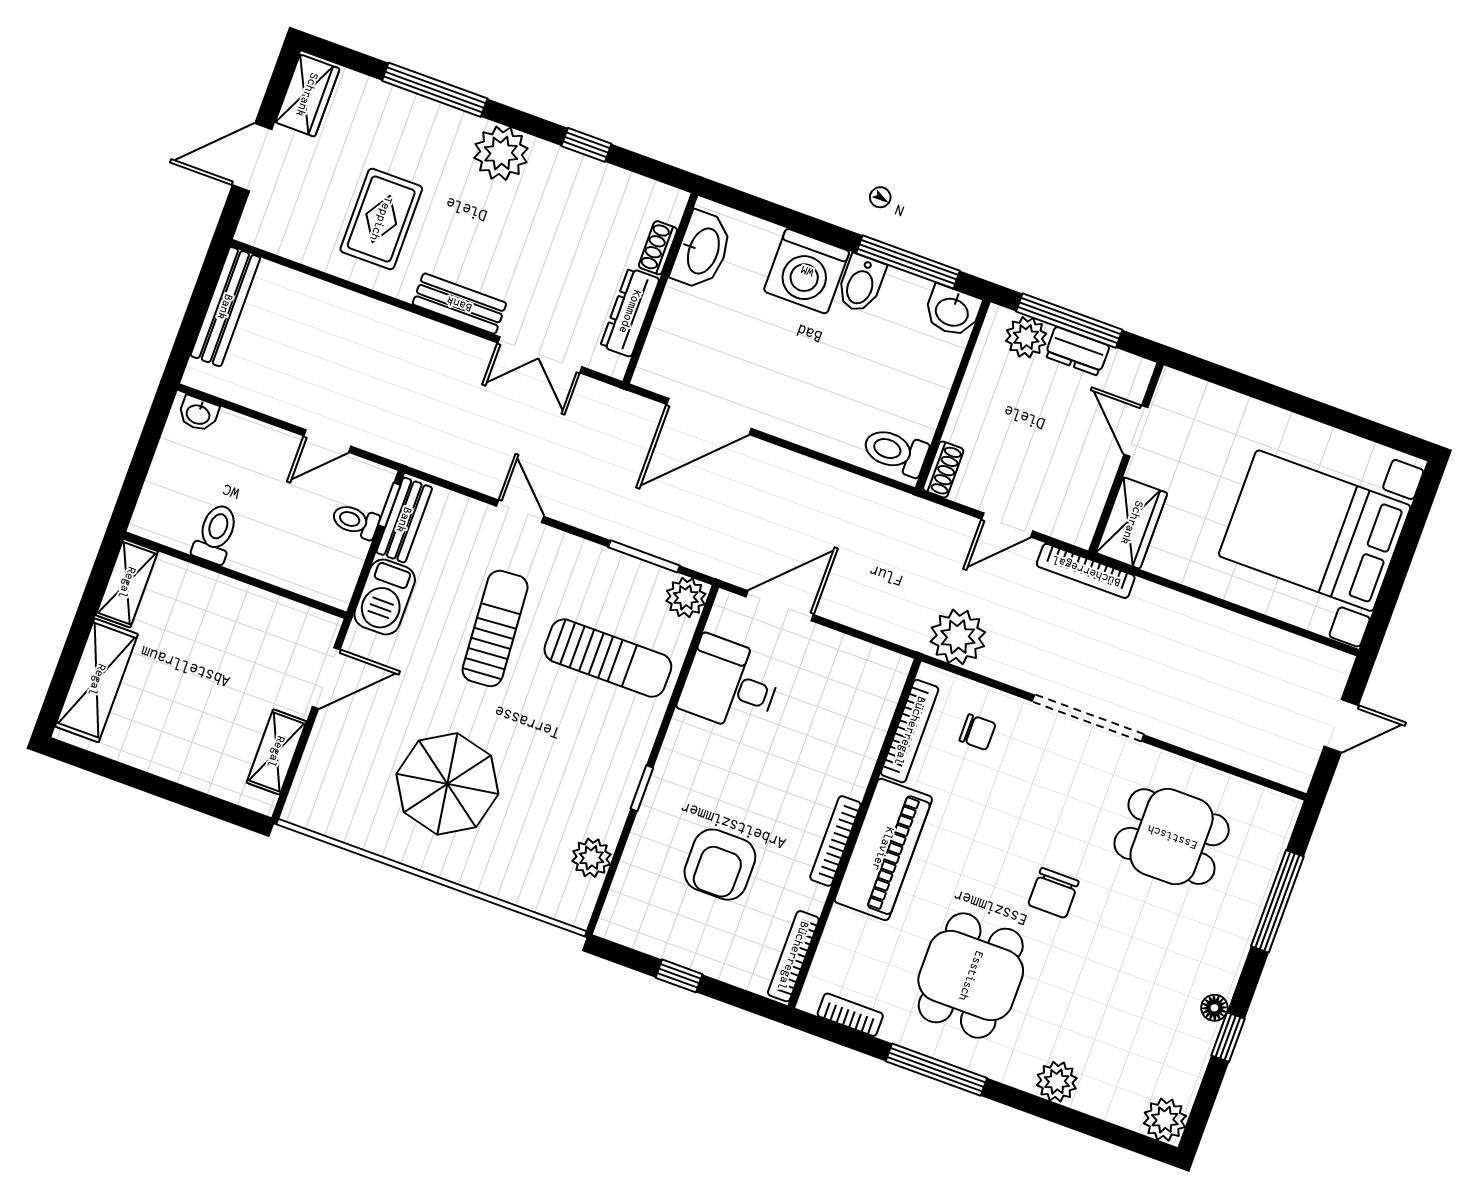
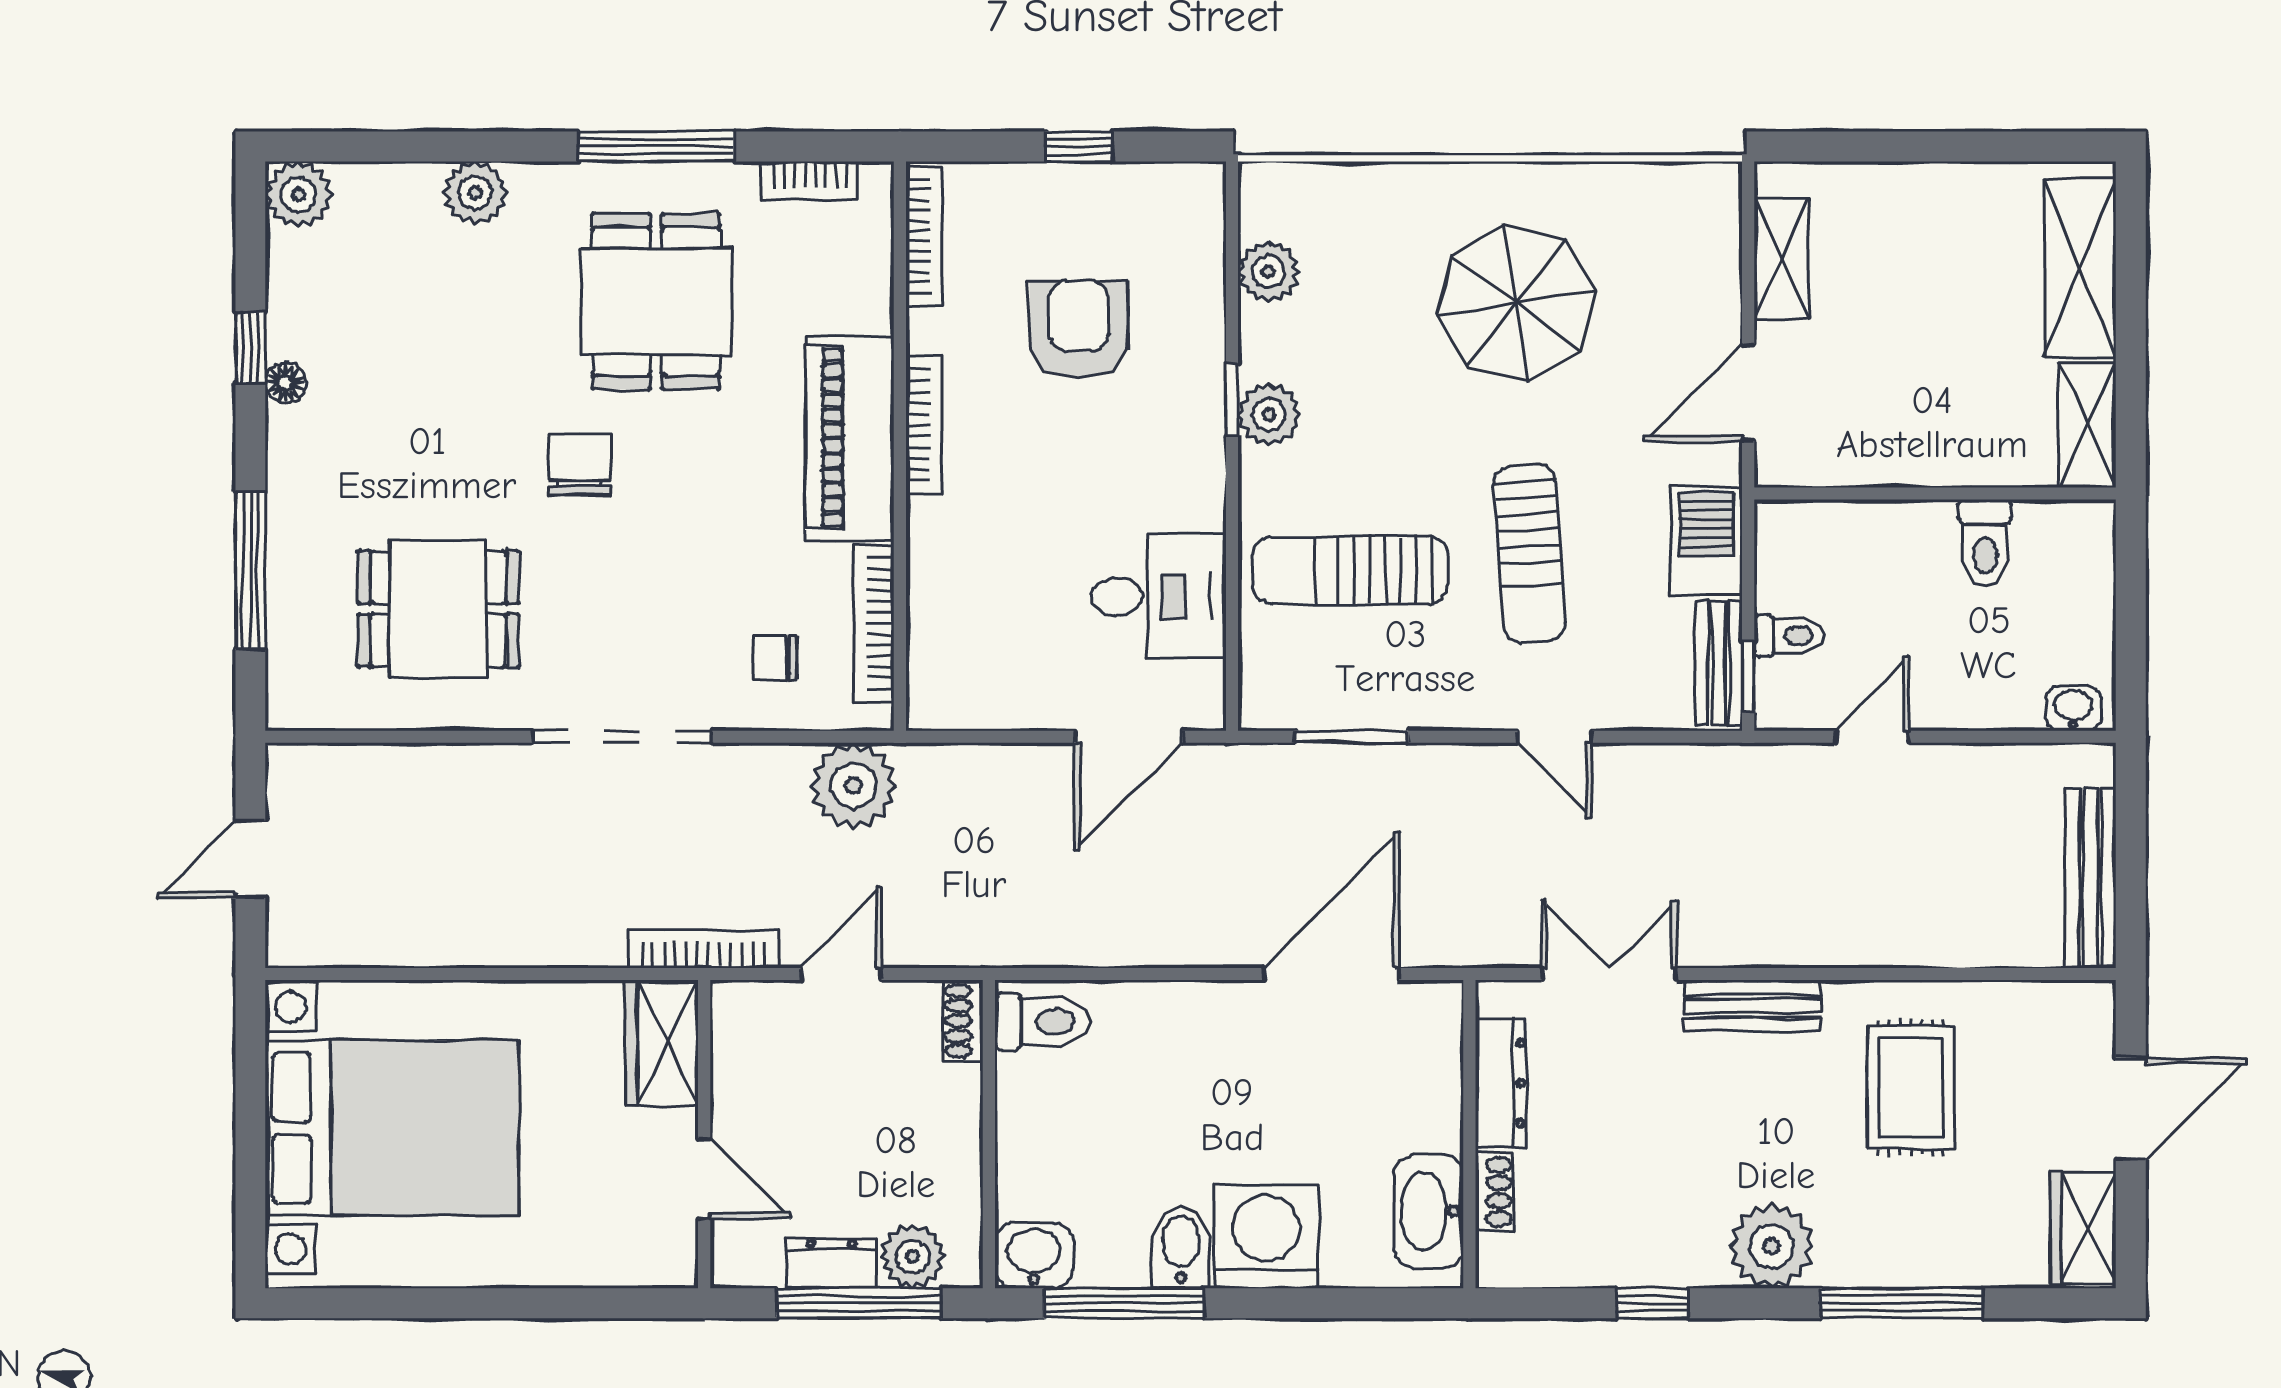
plant: (686, 597) -> (1269, 414), moved

